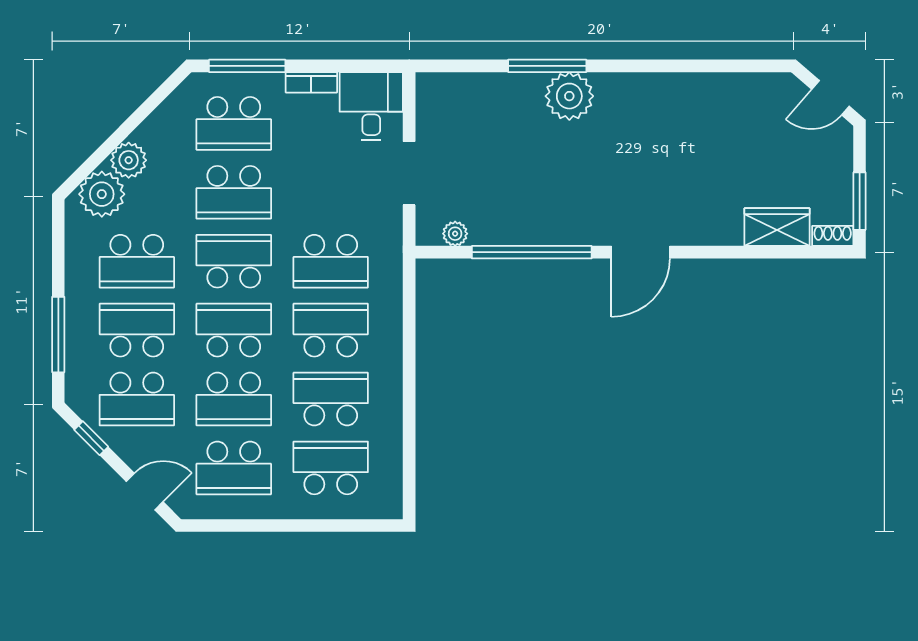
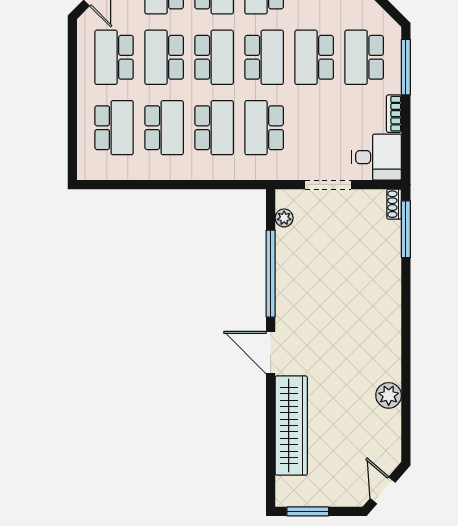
window: (547, 66) -> (406, 229), moved
plant: (569, 96) -> (389, 395), moved, width x0.73, depth x0.73
wardrobe: (777, 227) -> (291, 426), width x2.10, depth x1.17
shoe rack: (833, 236) -> (394, 204), moved, turned 180

